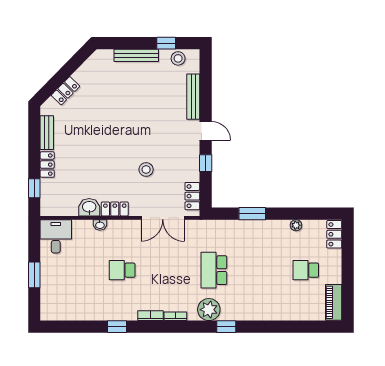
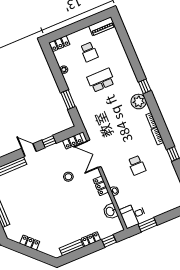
locker: (66, 91) -> (30, 243), moved
door: (206, 131) -> (29, 150), hinge flipped
washbasin: (89, 207) -> (110, 211), moved
double door: (163, 218) -> (94, 154), swing flipped
school desk: (214, 270) -> (101, 80), moved, turned 180
window: (34, 275) -> (147, 225), moved

